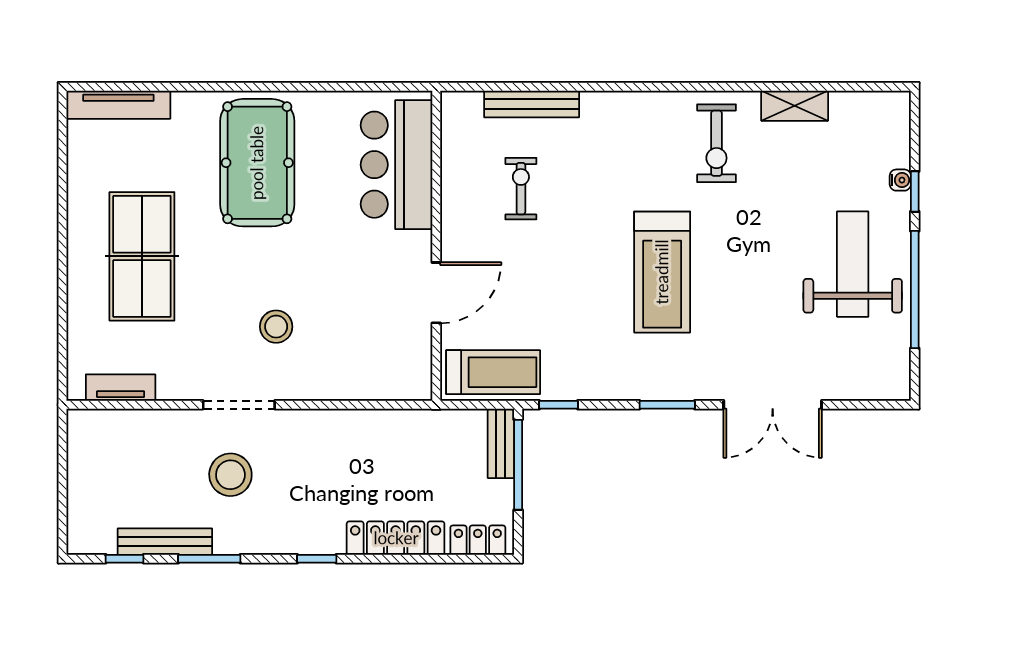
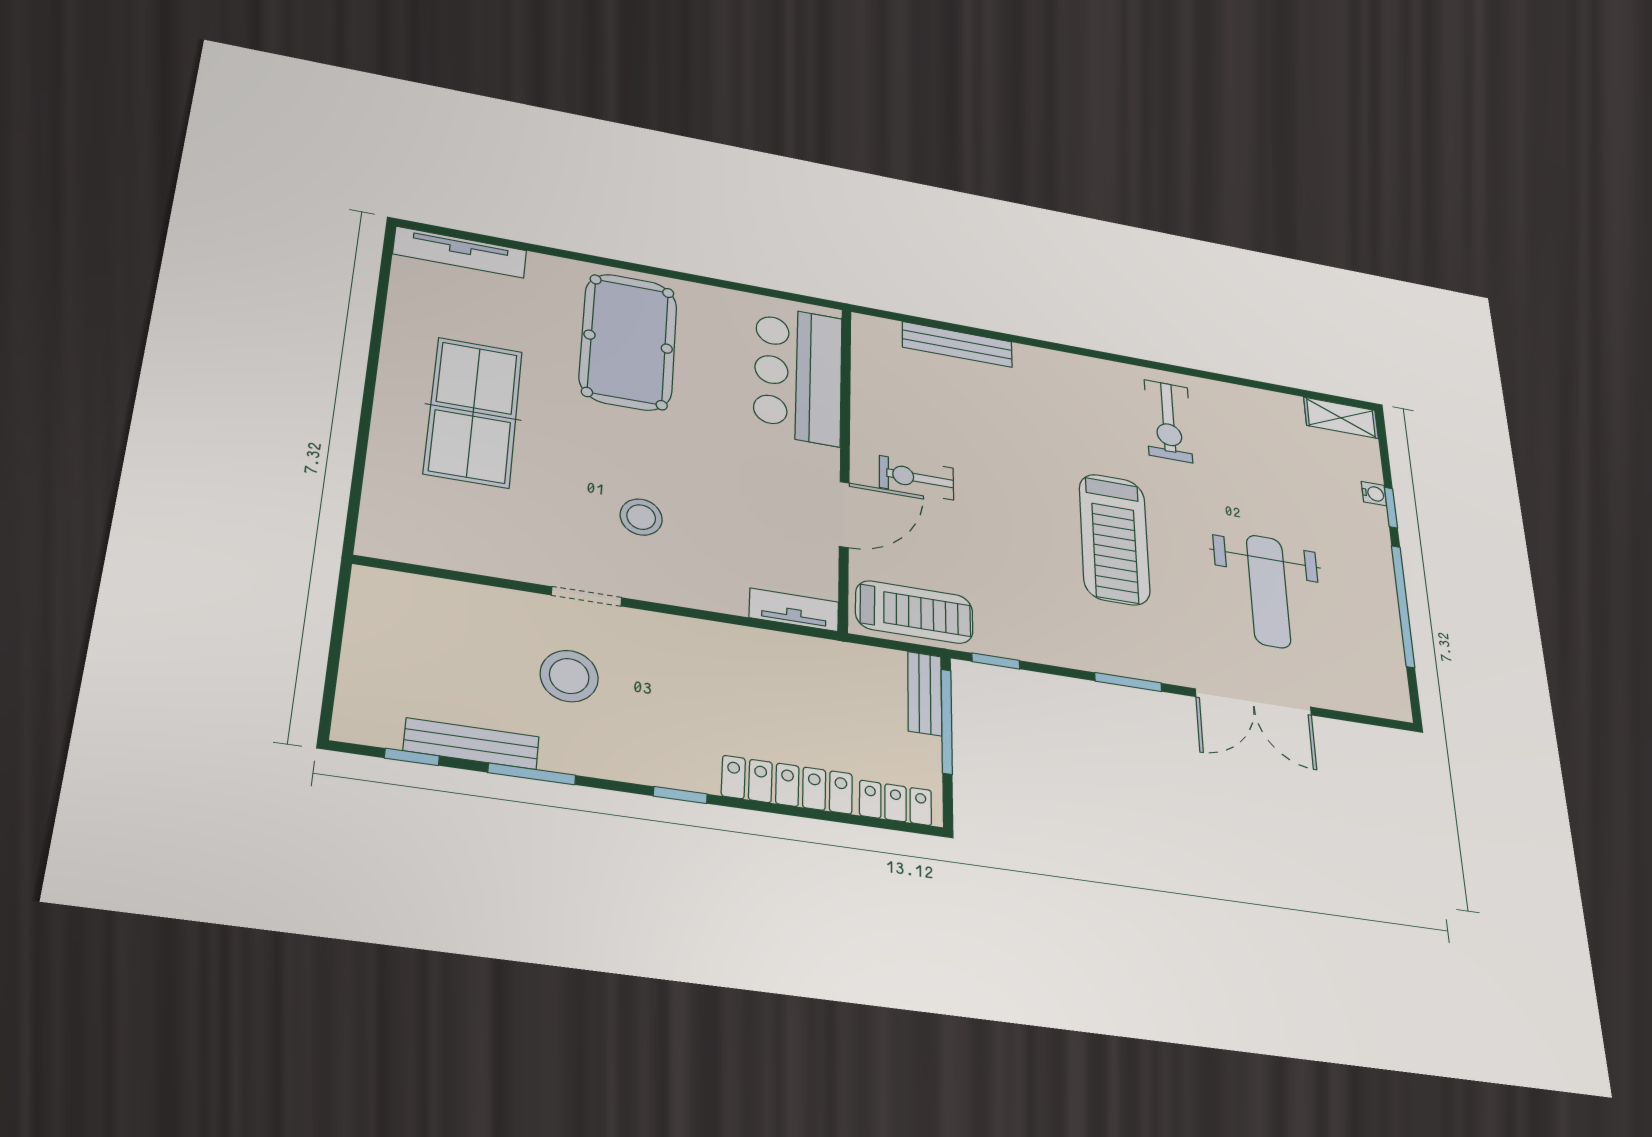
shelving: (795, 106) -> (1341, 418), moved
exercise bike: (521, 189) -> (916, 478), moved, turned -90
weight bench: (853, 264) -> (1268, 591), moved, turned 180
tv unit: (121, 388) -> (794, 610), moved
doorway: (239, 405) -> (587, 596), width x0.73

